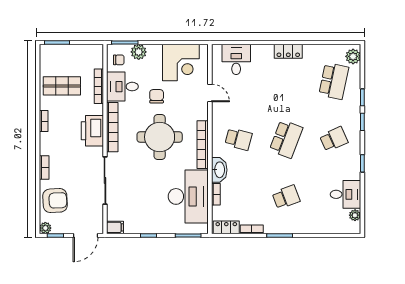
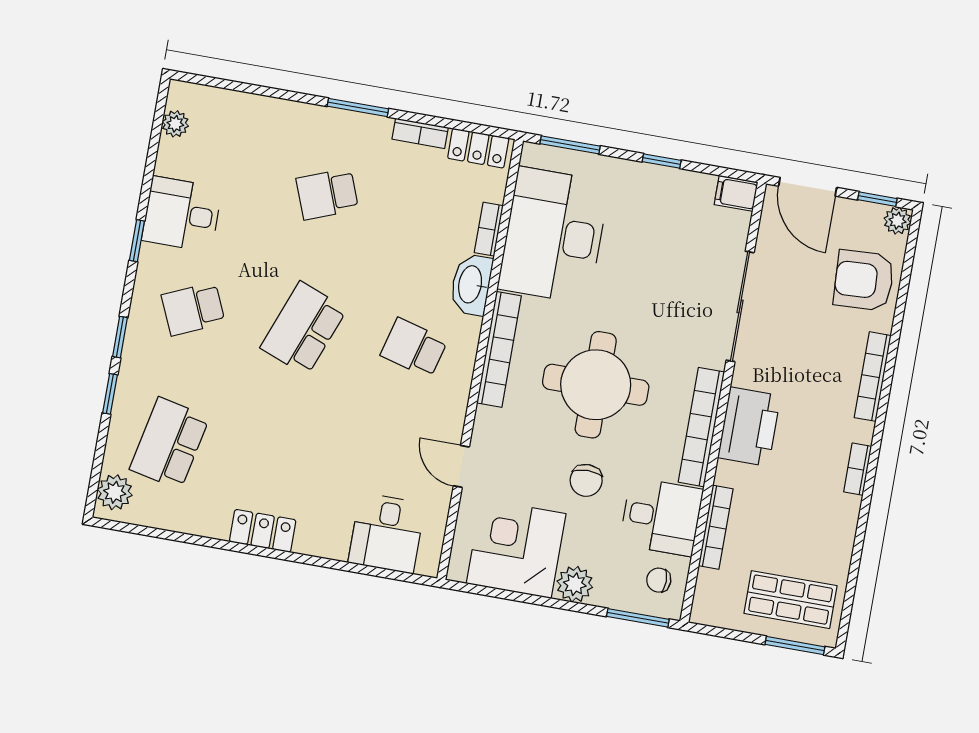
plant: (139, 52) -> (575, 584), moved
shop shelf: (62, 86) -> (791, 600), moved
bookcase: (44, 168) -> (873, 377), width x1.56
desk: (346, 194) -> (182, 214), moved
door: (85, 236) -> (808, 187), swing flipped

